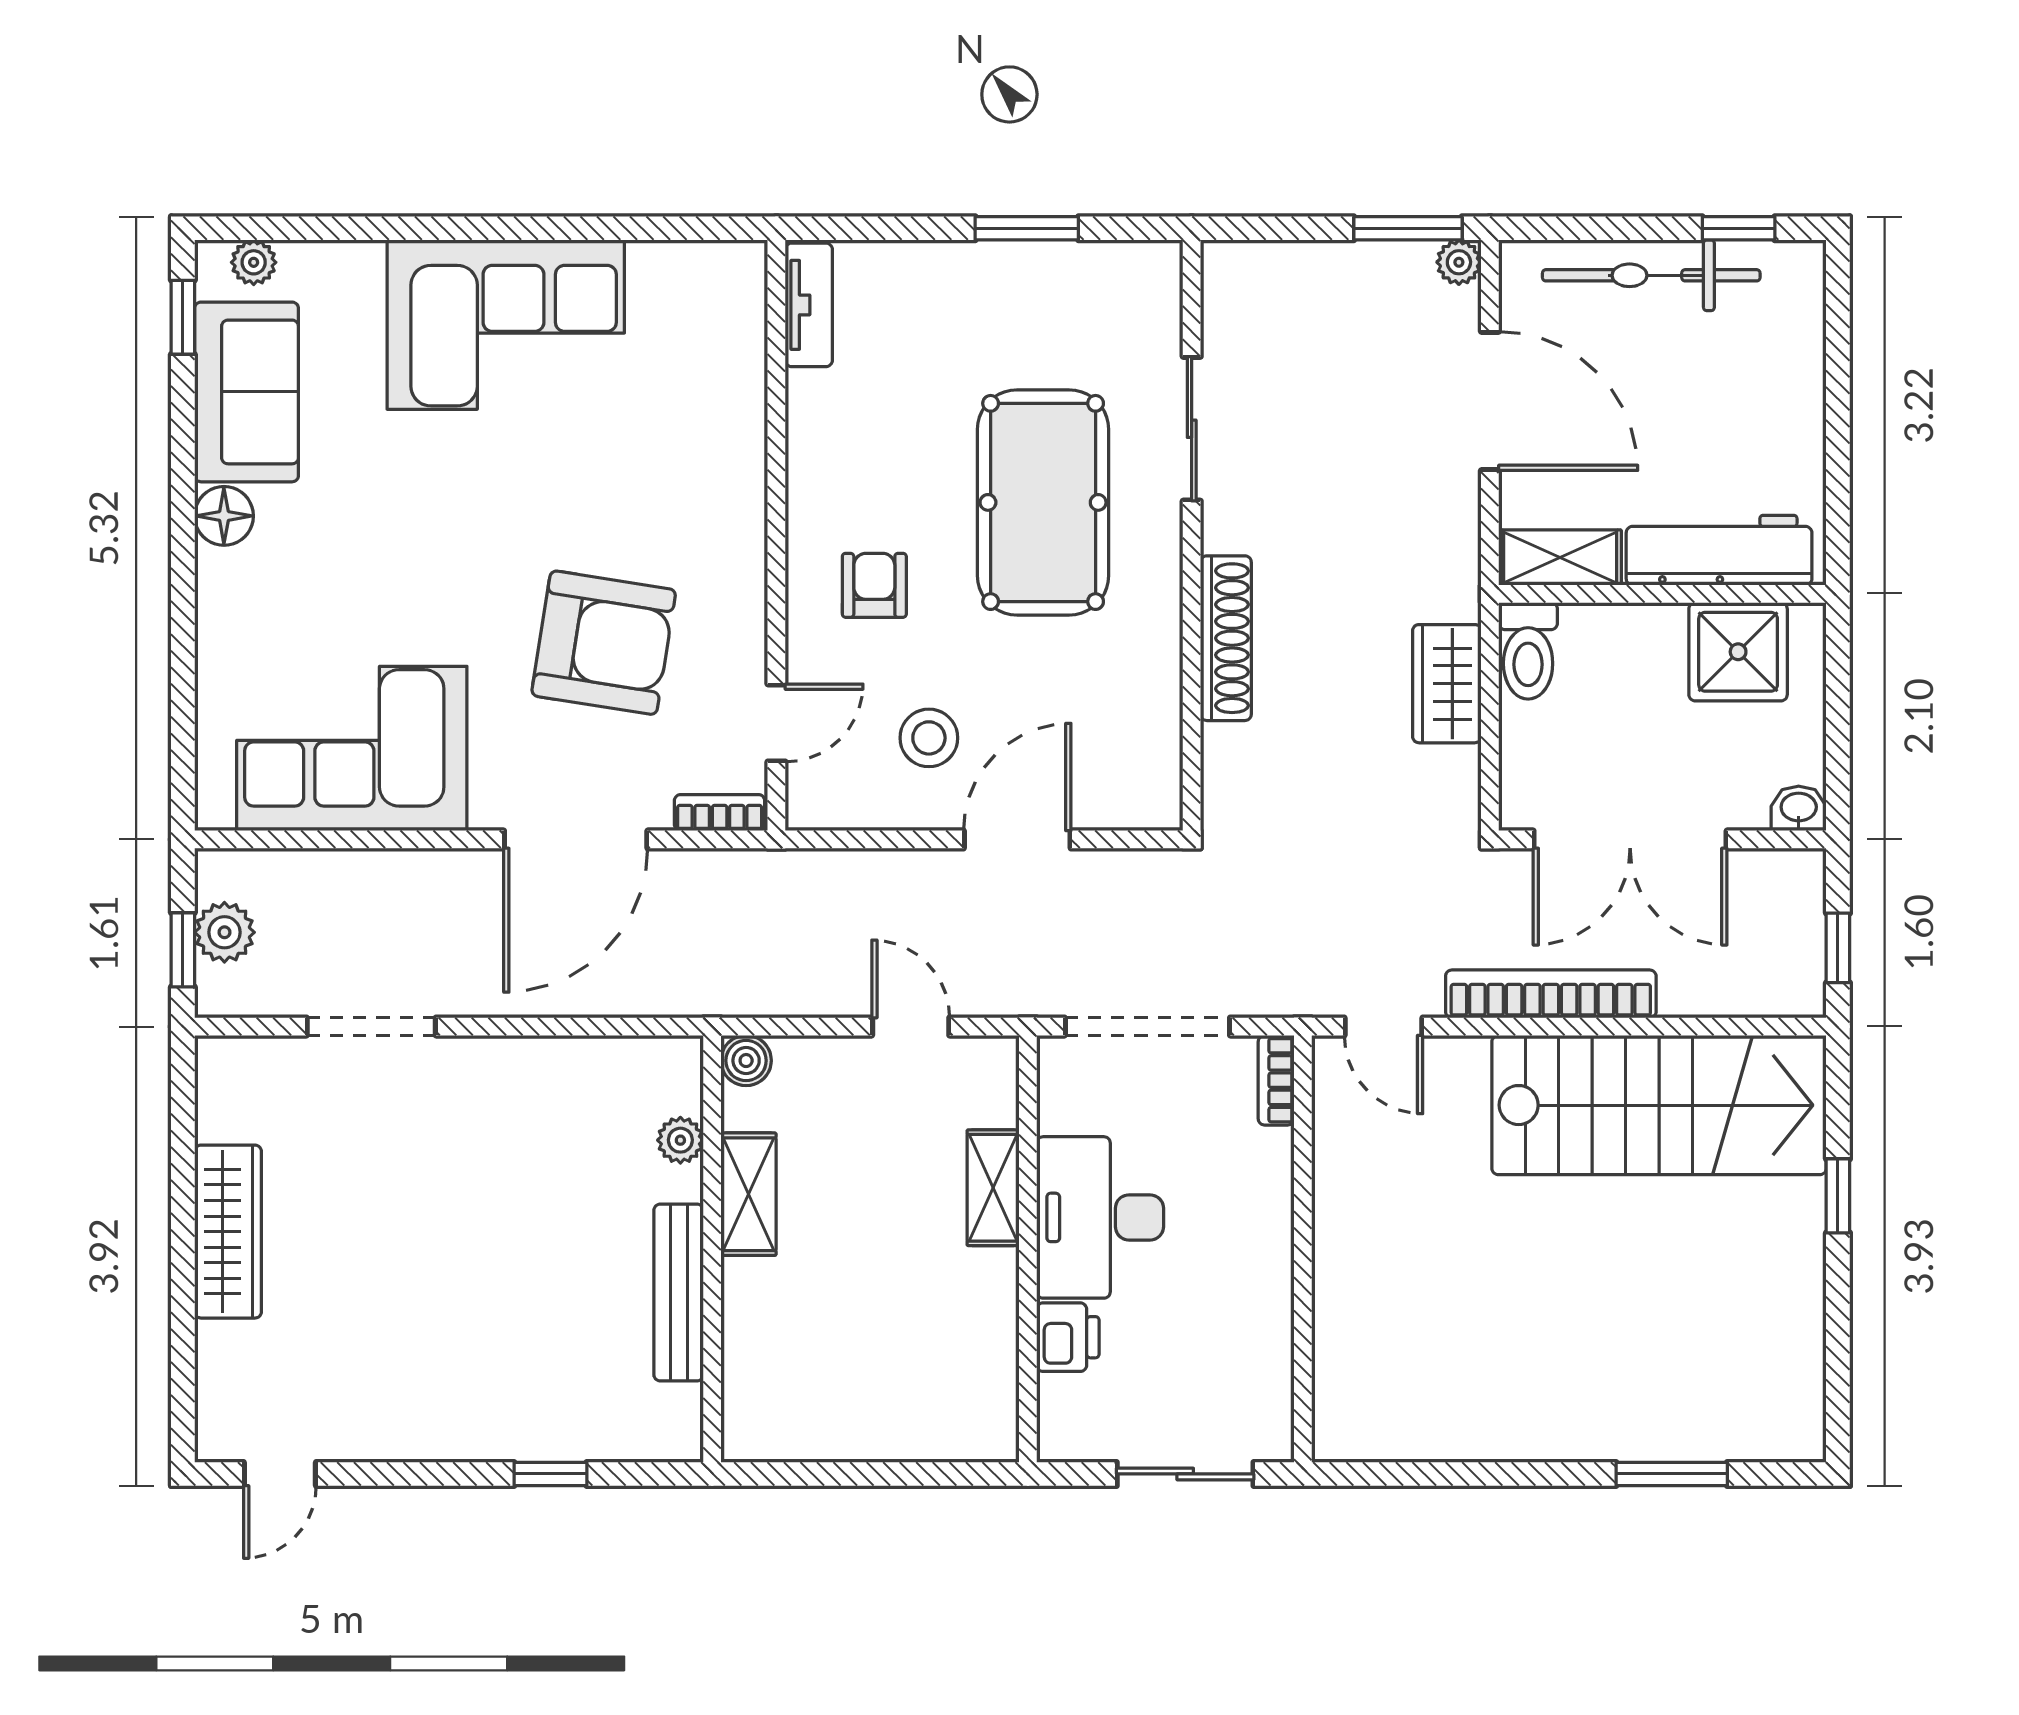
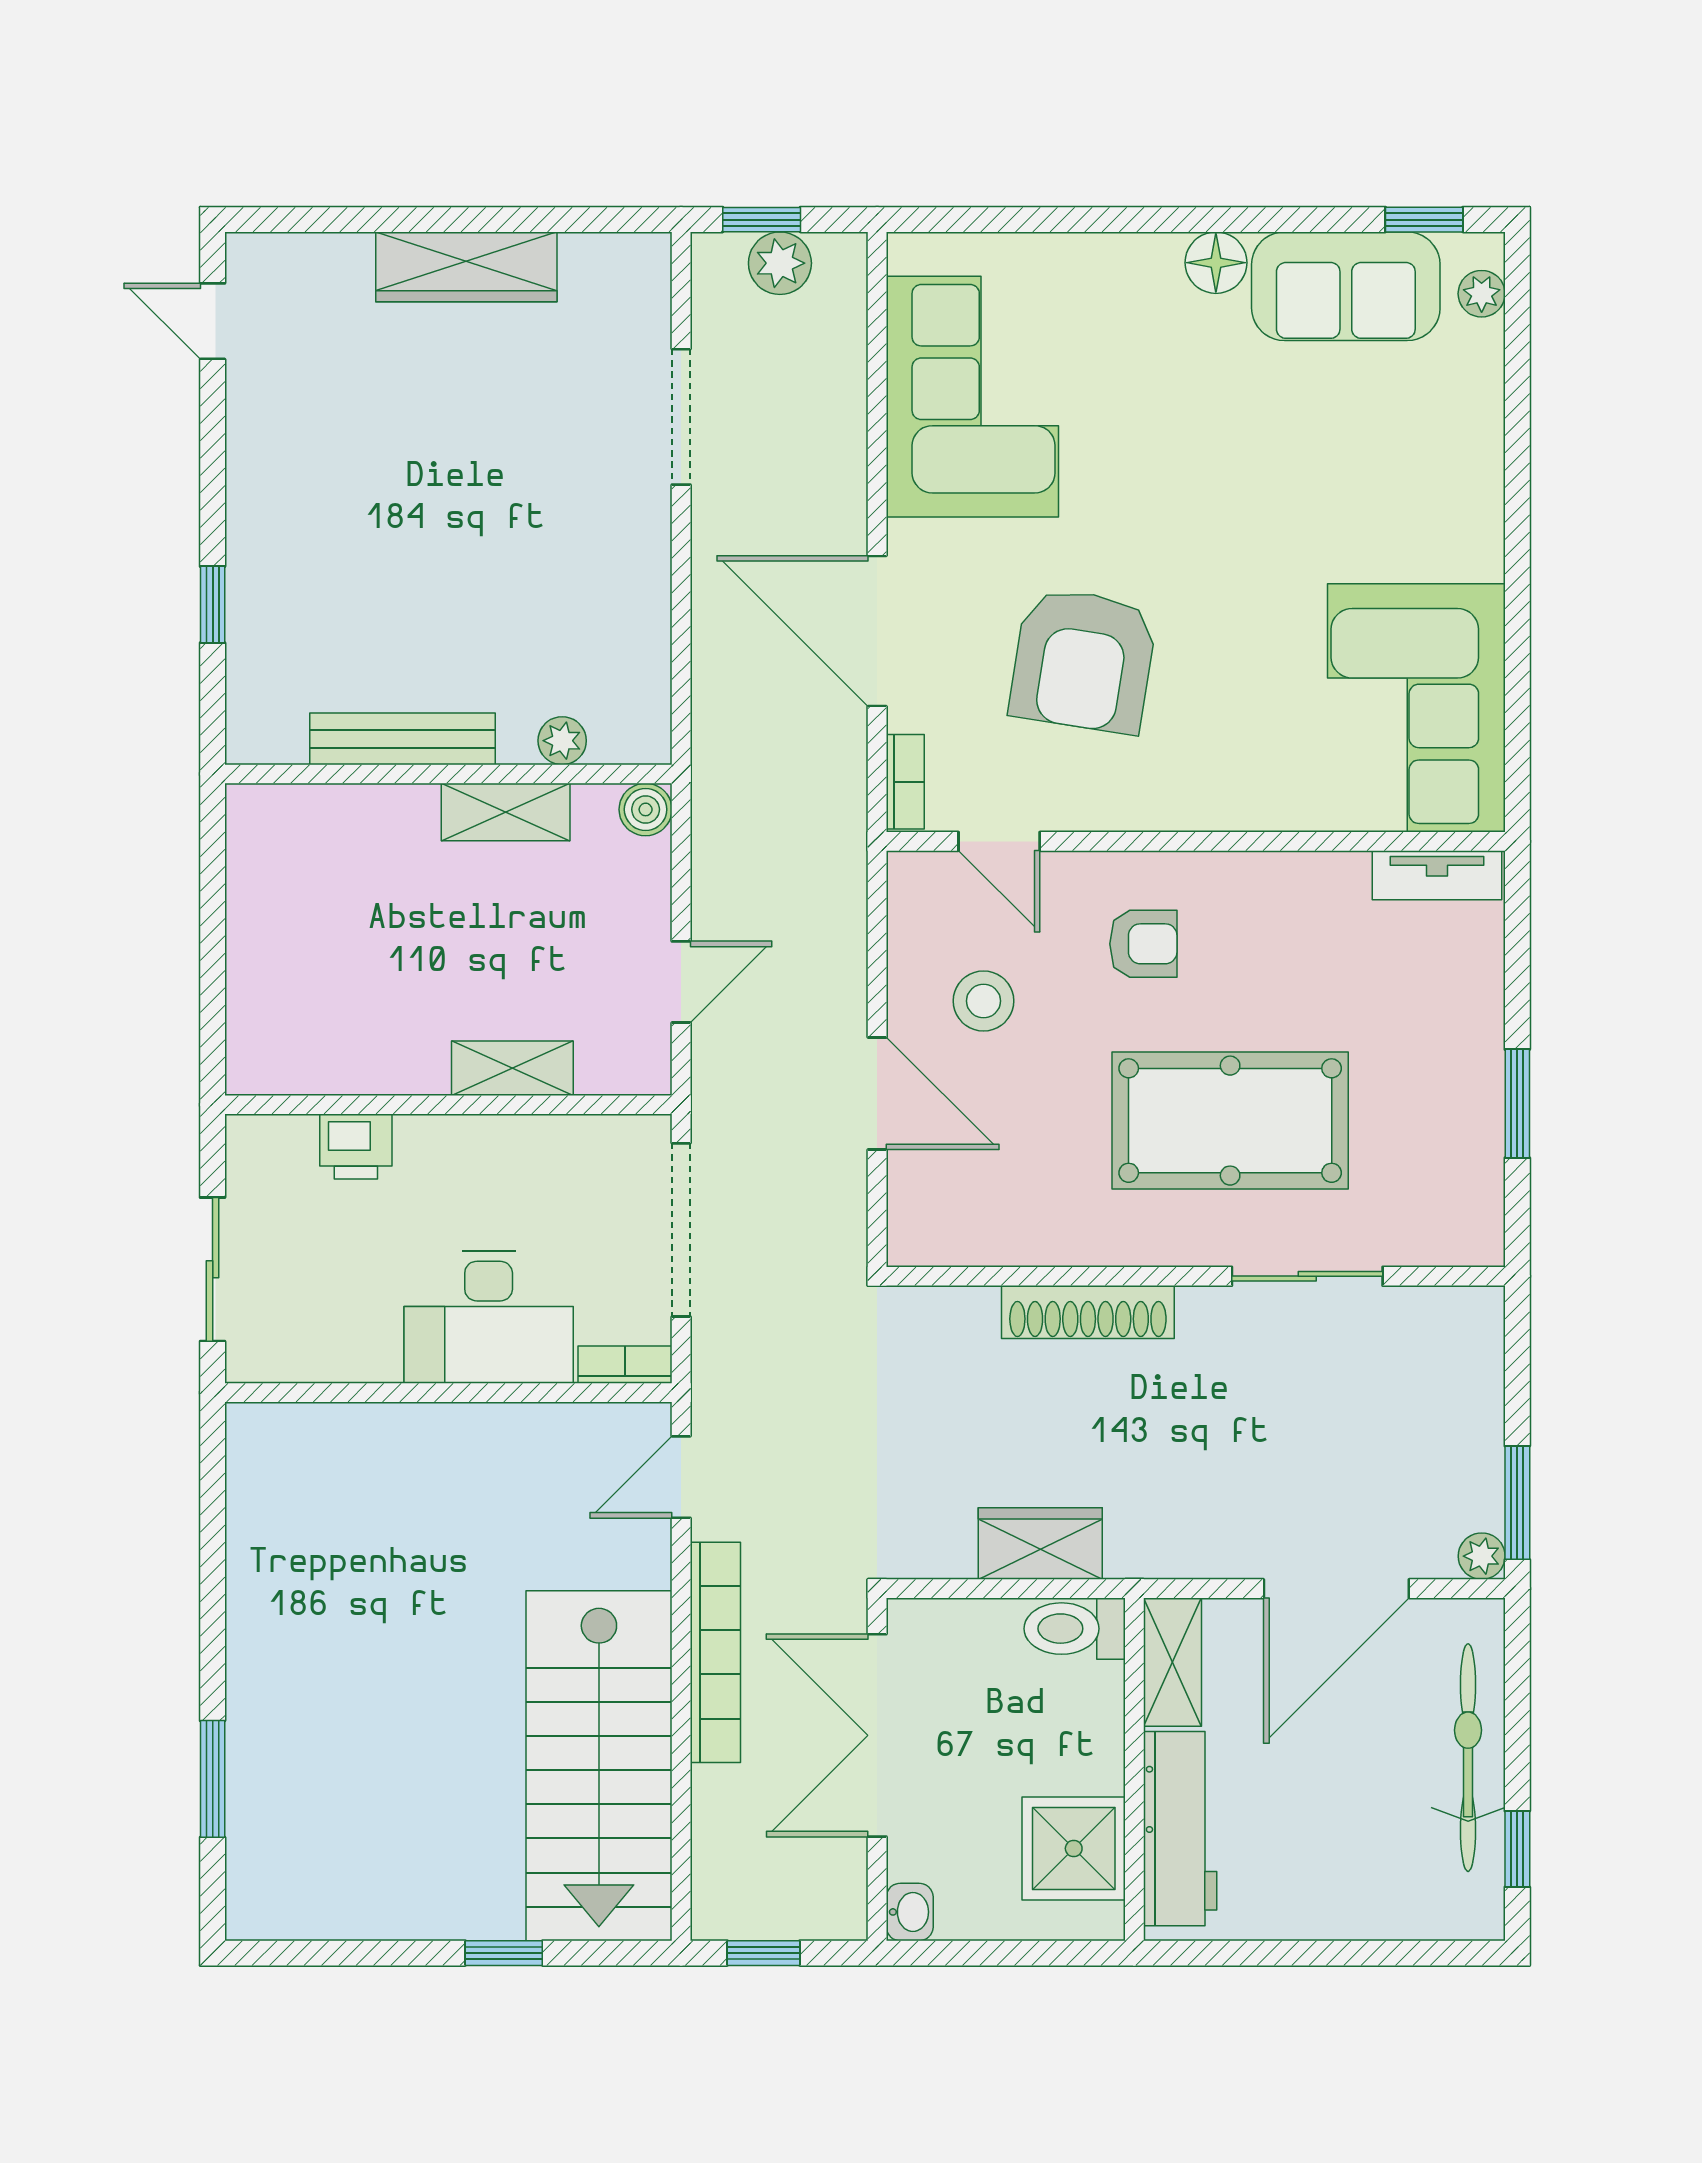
corner sofa: (506, 325) -> (1416, 708), moved
desk: (1100, 1217) -> (489, 1317), moved, turned 180

